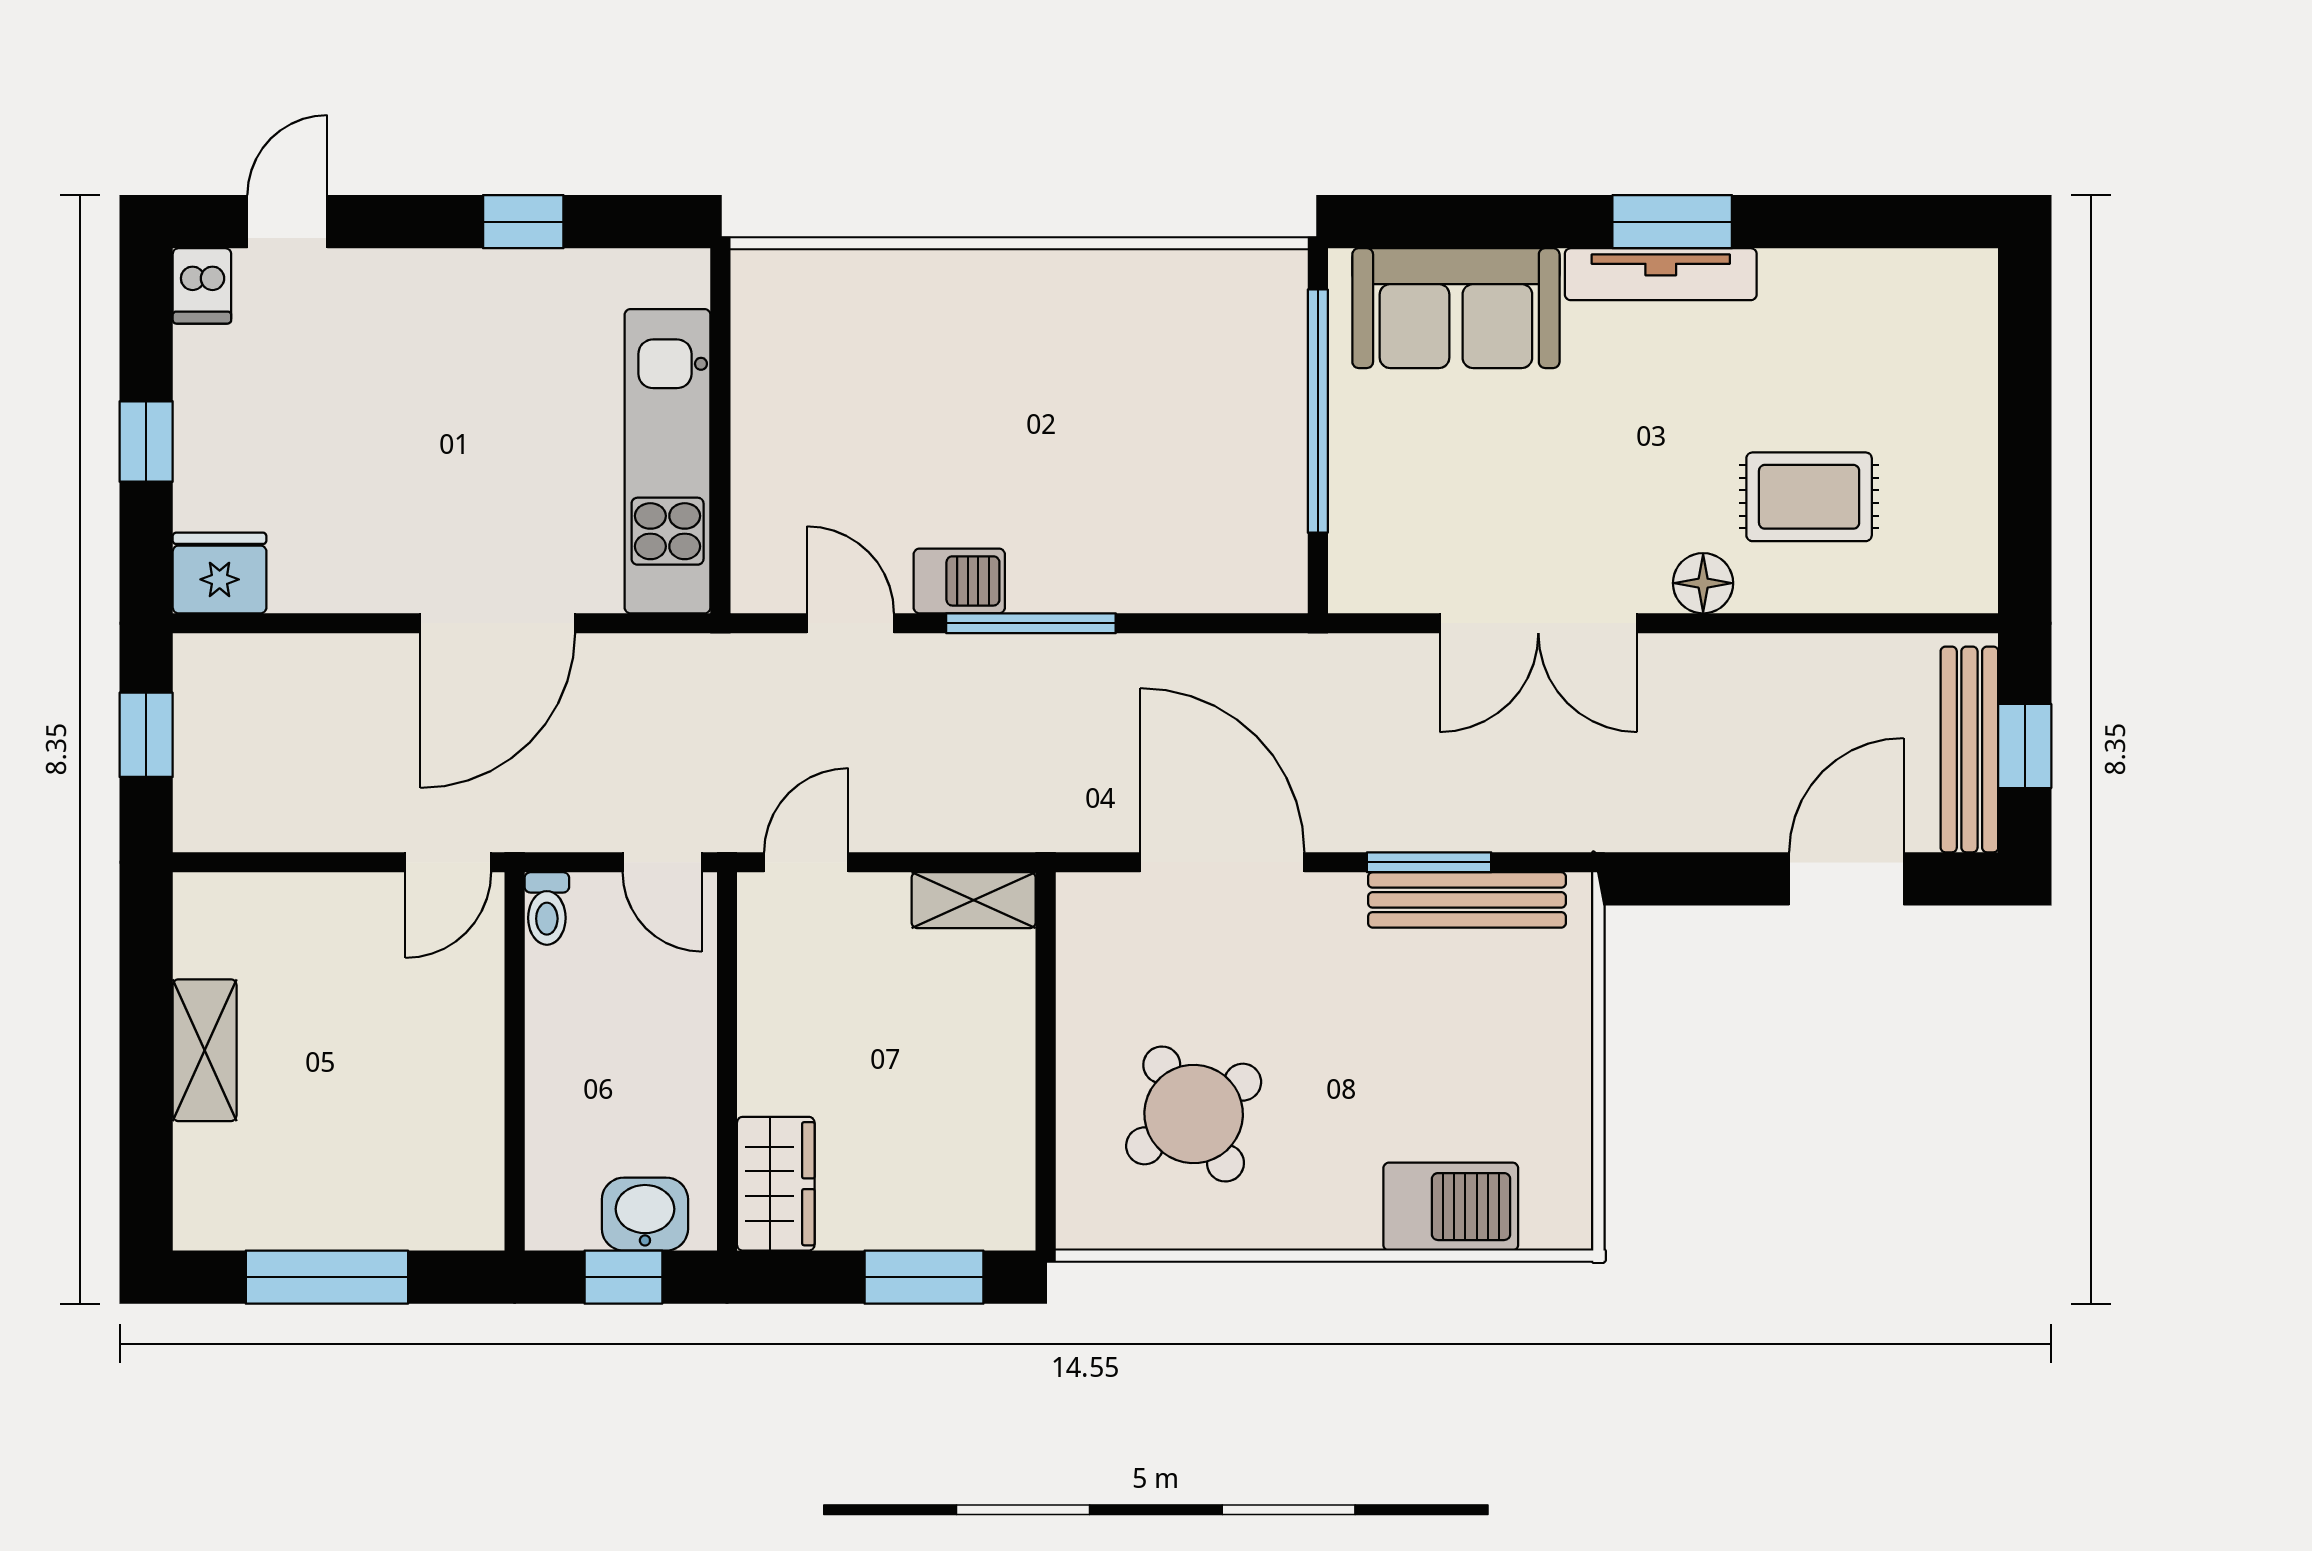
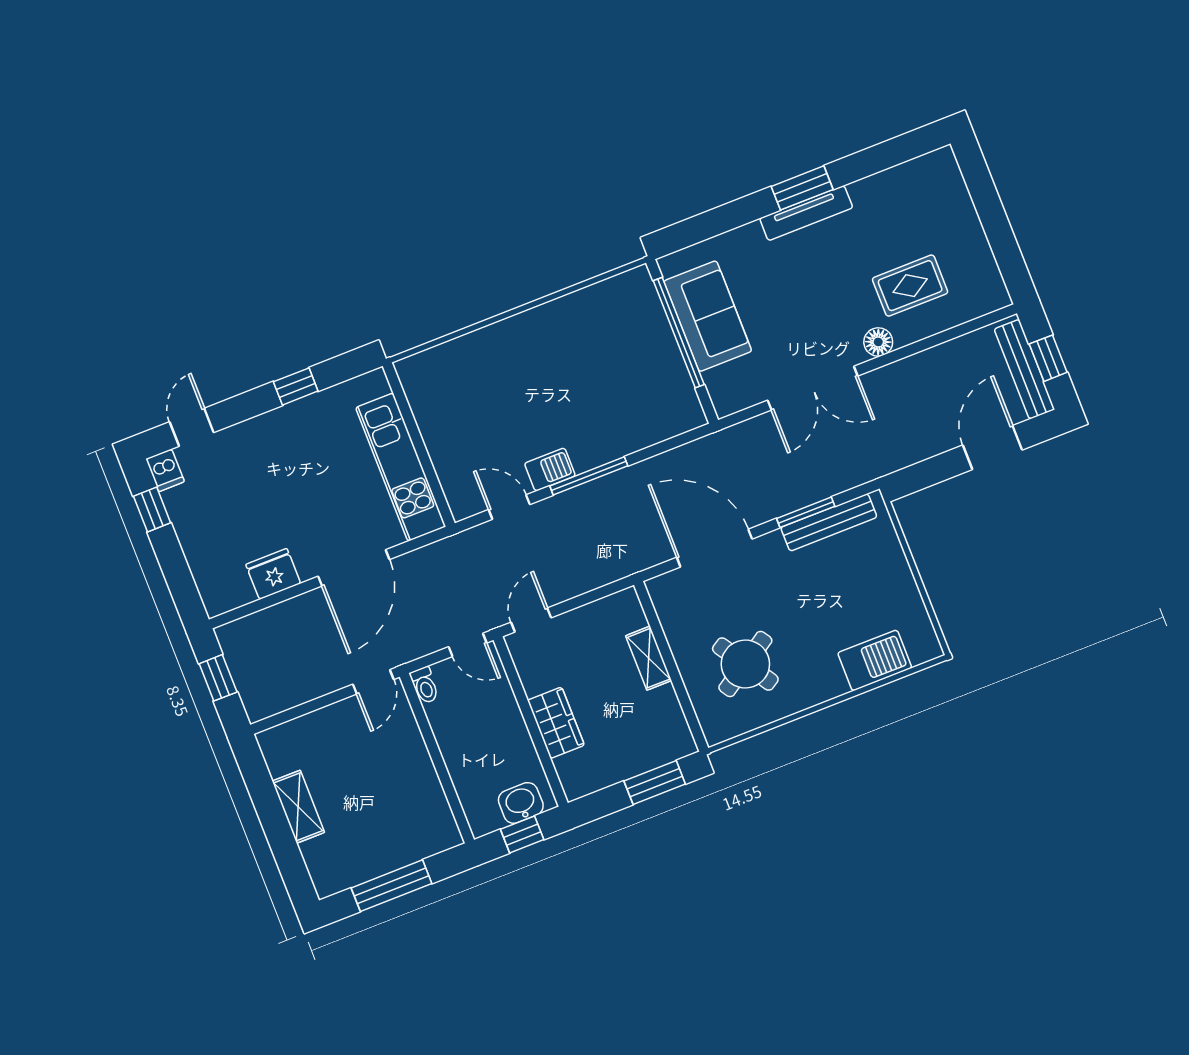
sofa: (1456, 308) -> (708, 316), moved, turned -90
window: (146, 441) -> (152, 510), moved
fridge: (220, 573) -> (273, 574), moved
shelving: (974, 900) -> (649, 658), moved, turned 90
wardrobe: (776, 1184) -> (556, 723), moved

